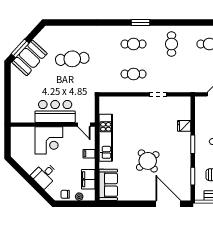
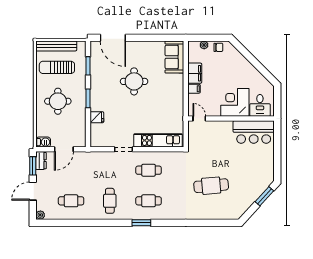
booth: (29, 58) -> (255, 187), removed
bar counter: (55, 111) -> (254, 132), moved
kitchen unit: (106, 138) -> (158, 140), moved, turned 90
round table: (148, 161) -> (134, 81), turned 38
desk: (44, 175) -> (260, 105), moved, turned 135
filing cabinet: (88, 179) -> (195, 73), moved

